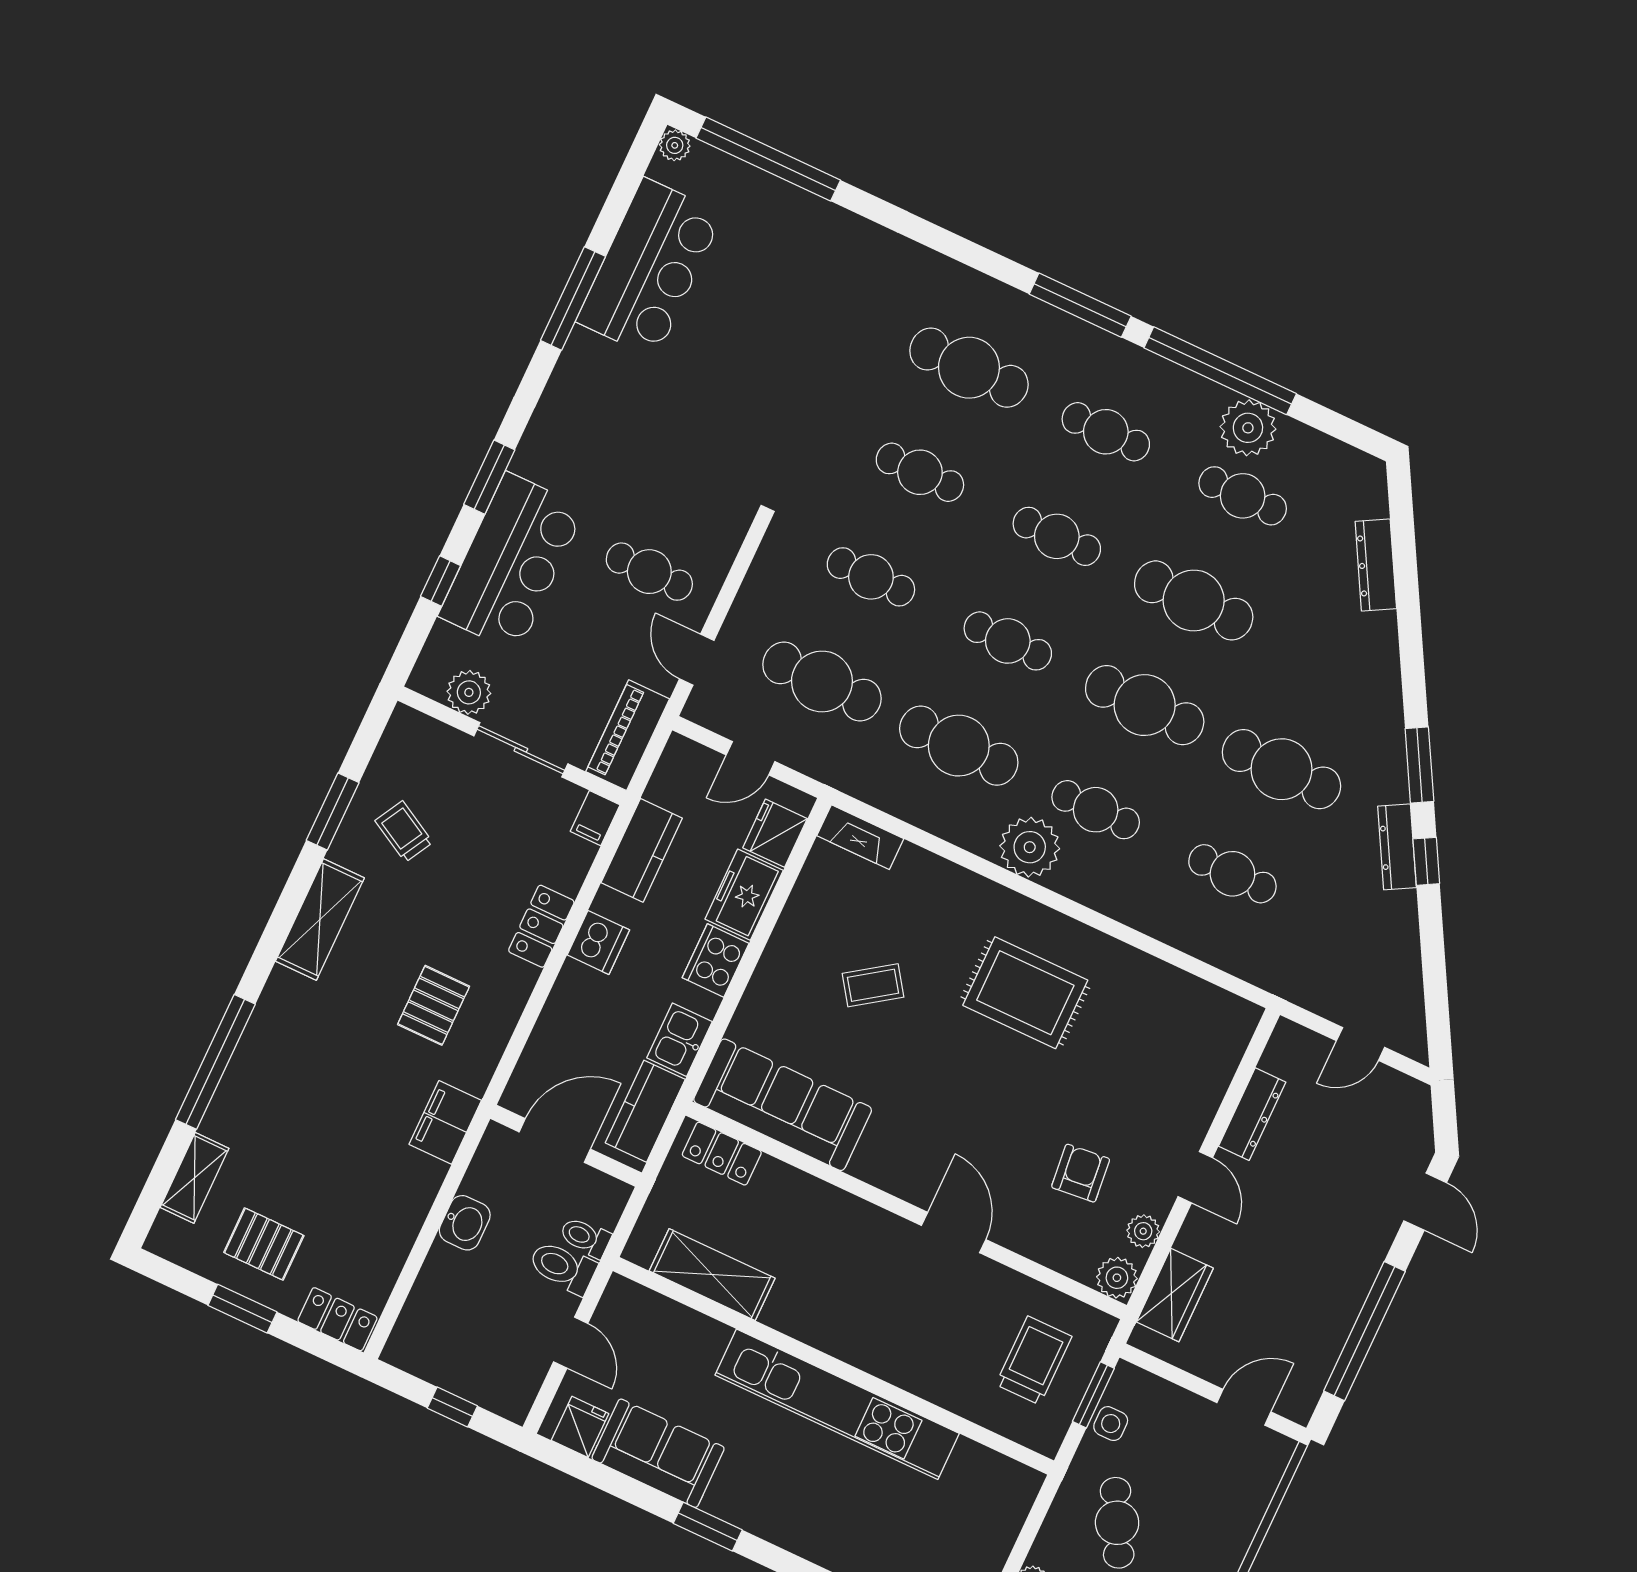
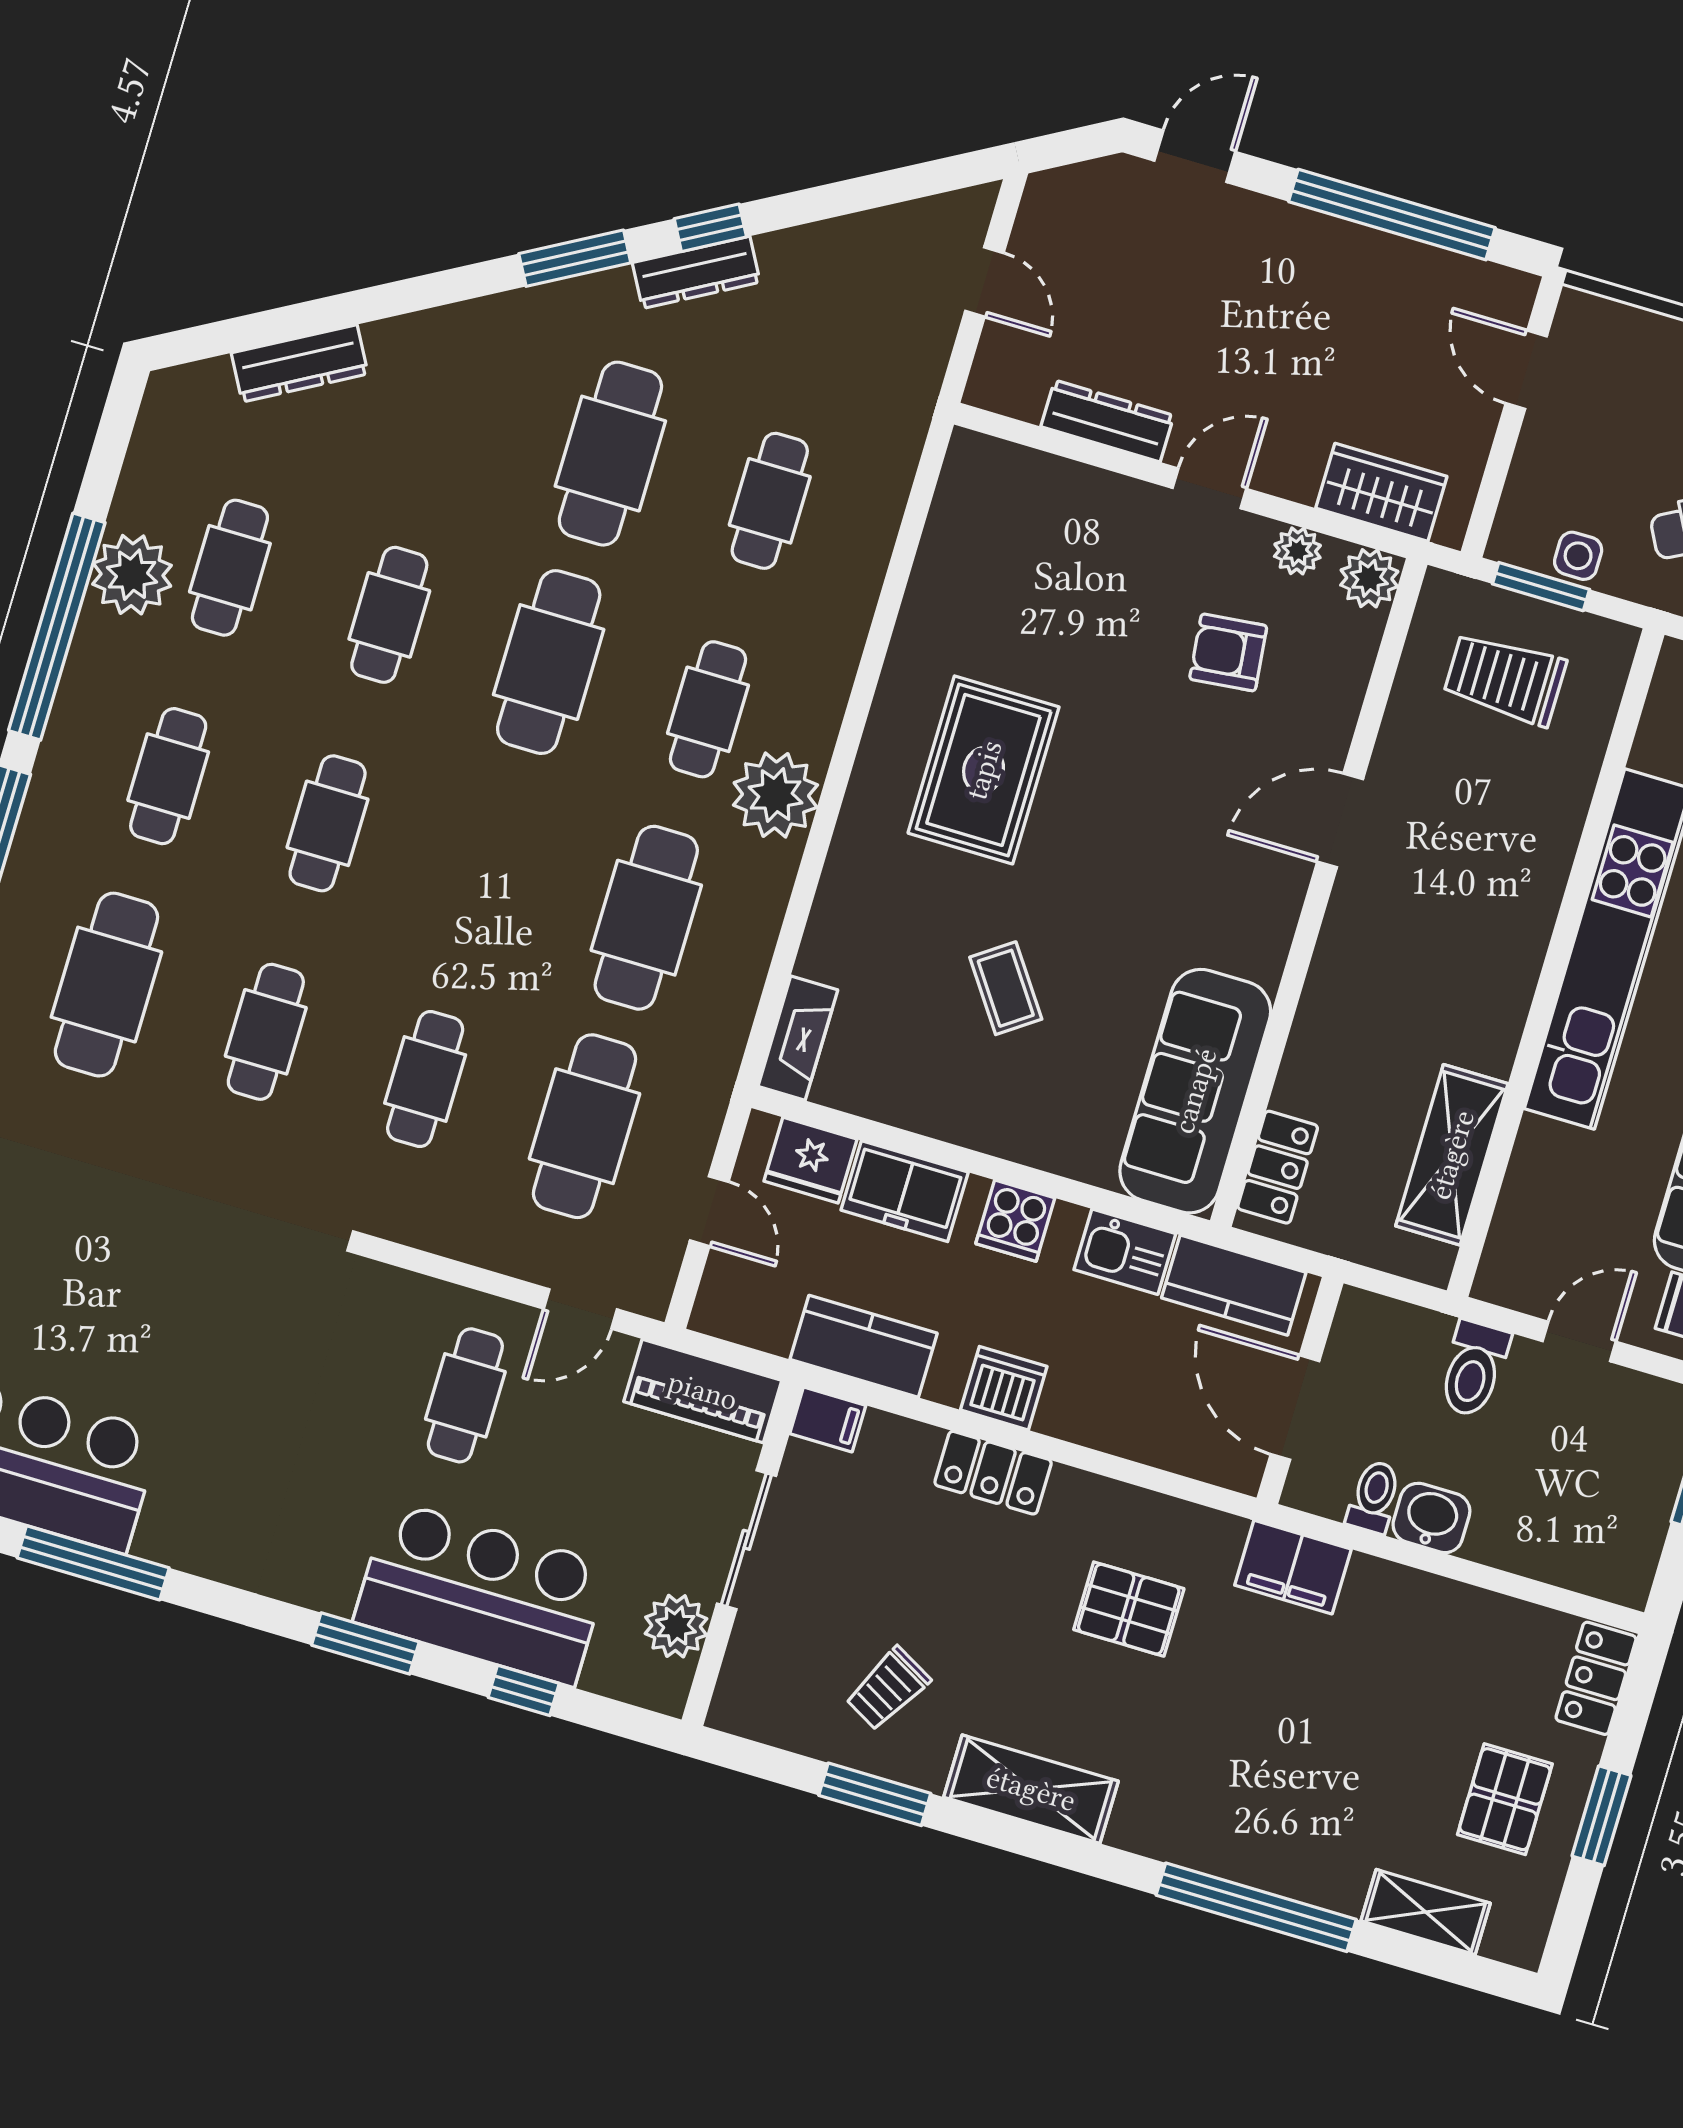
cafe table: (1194, 600) -> (389, 615), width x0.73, depth x0.74
cafe table: (1008, 641) -> (487, 871), removed
cooker: (716, 960) -> (1015, 1221), width x0.73
toilet: (585, 1237) -> (1374, 1497), moved, turned 180

